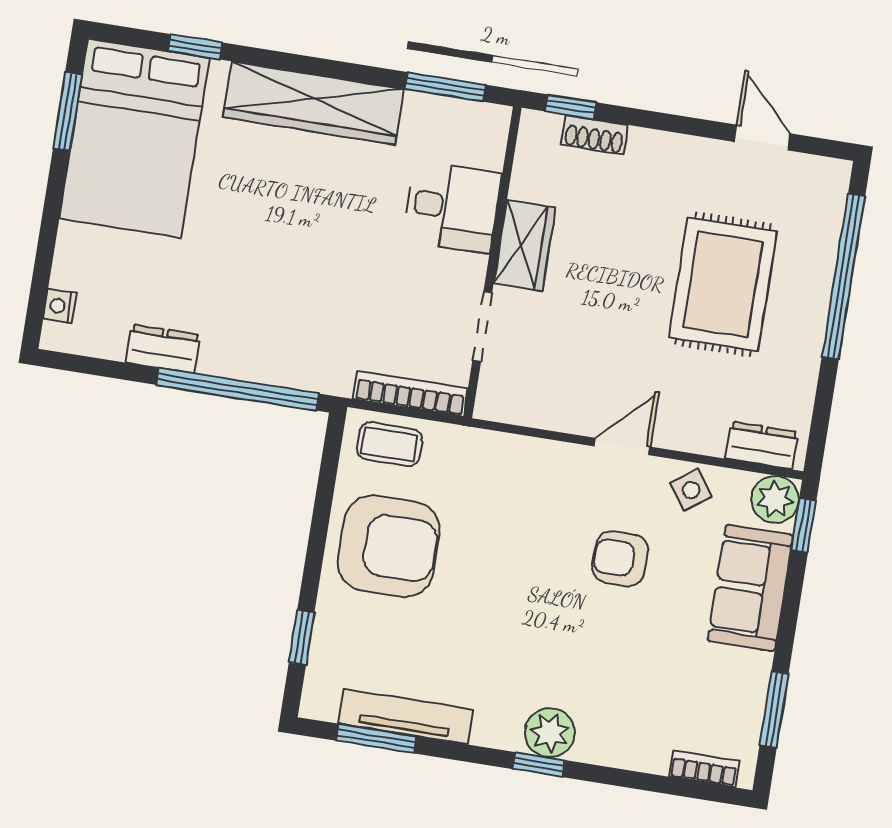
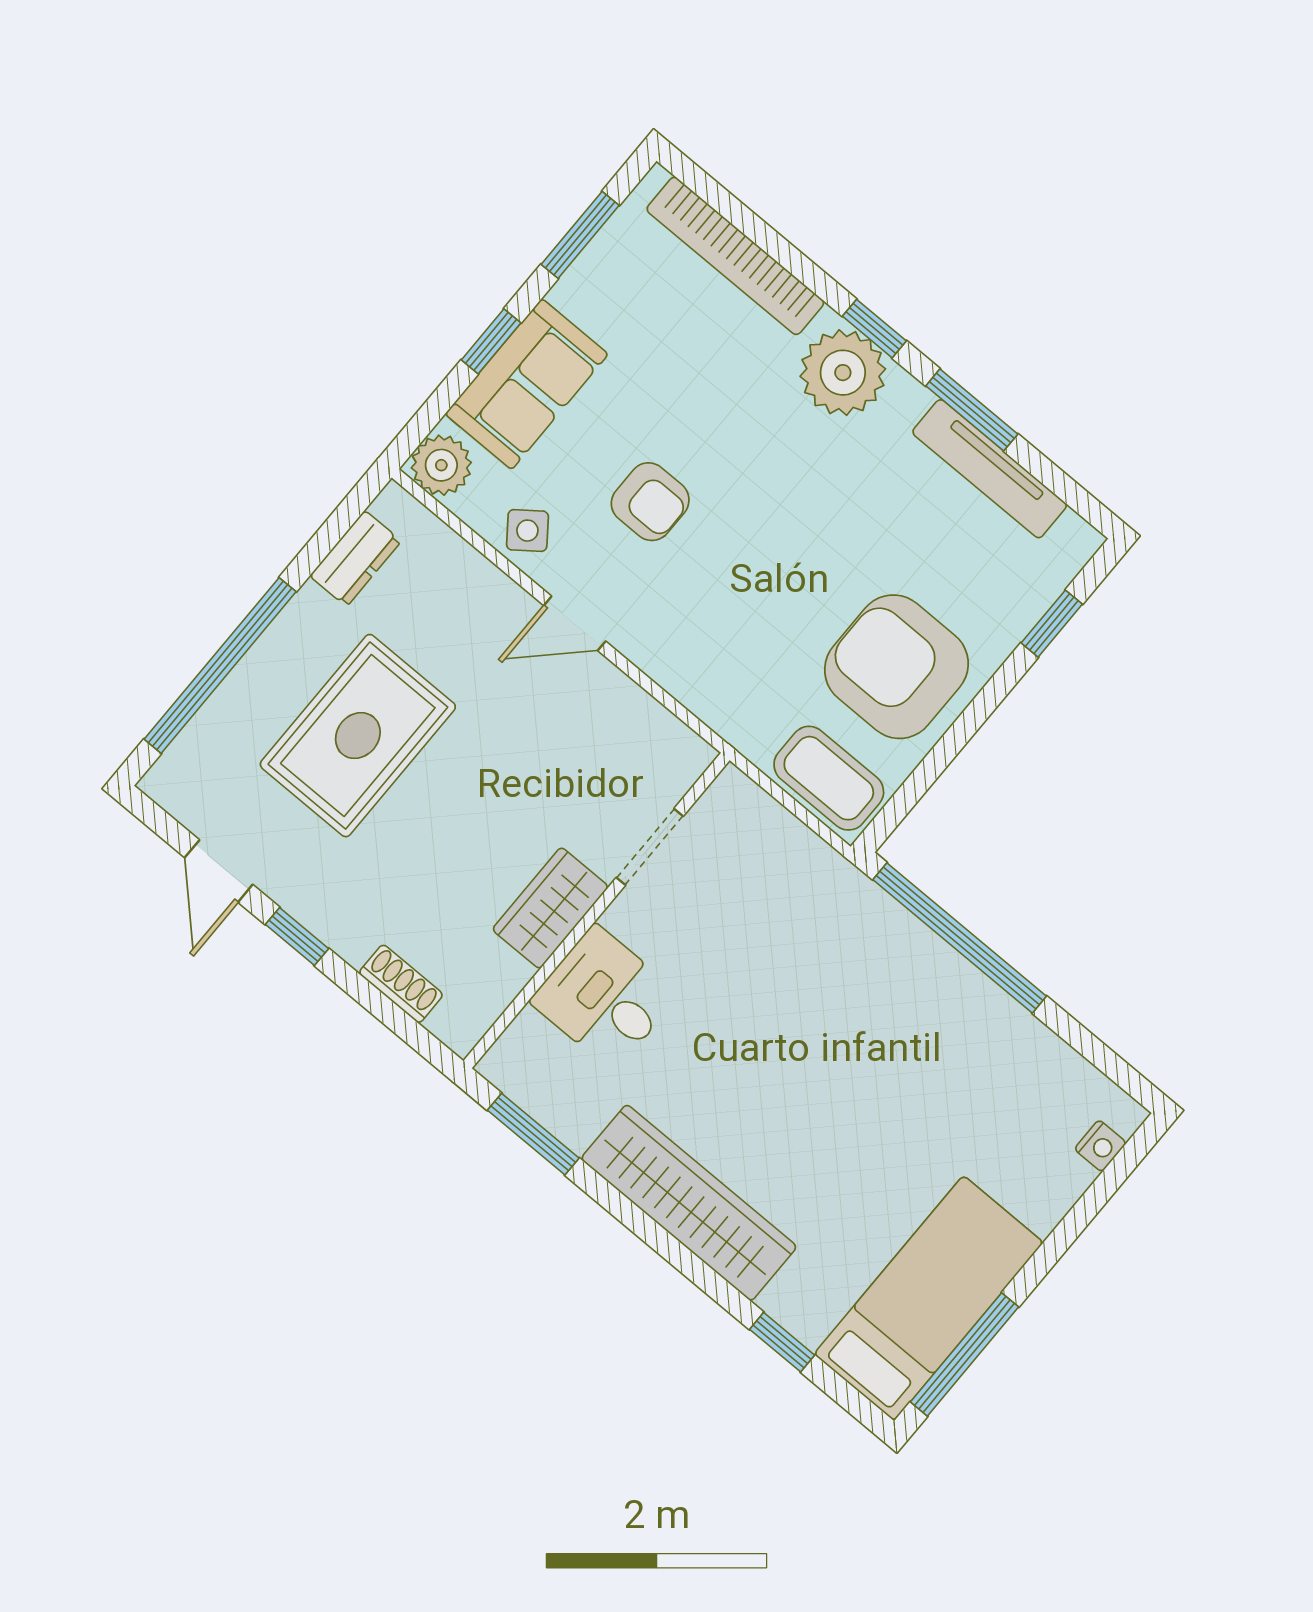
window: (571, 107) -> (297, 937), moved
window: (68, 112) -> (965, 1354), width x1.44
bed: (134, 138) -> (929, 1298), width x0.67
dresser: (163, 349) -> (1015, 1031), removed
bookcase: (411, 394) -> (773, 820), removed
coffee table: (389, 444) -> (829, 778), width x1.36, depth x1.30
dresser: (762, 445) -> (356, 558), moved, turned -90
window: (804, 525) -> (491, 341), moved
plant: (550, 733) -> (843, 373), width x1.36, depth x1.36
window: (376, 739) -> (972, 410), moved
bookcase: (704, 769) -> (735, 256), width x2.31, depth x1.31

